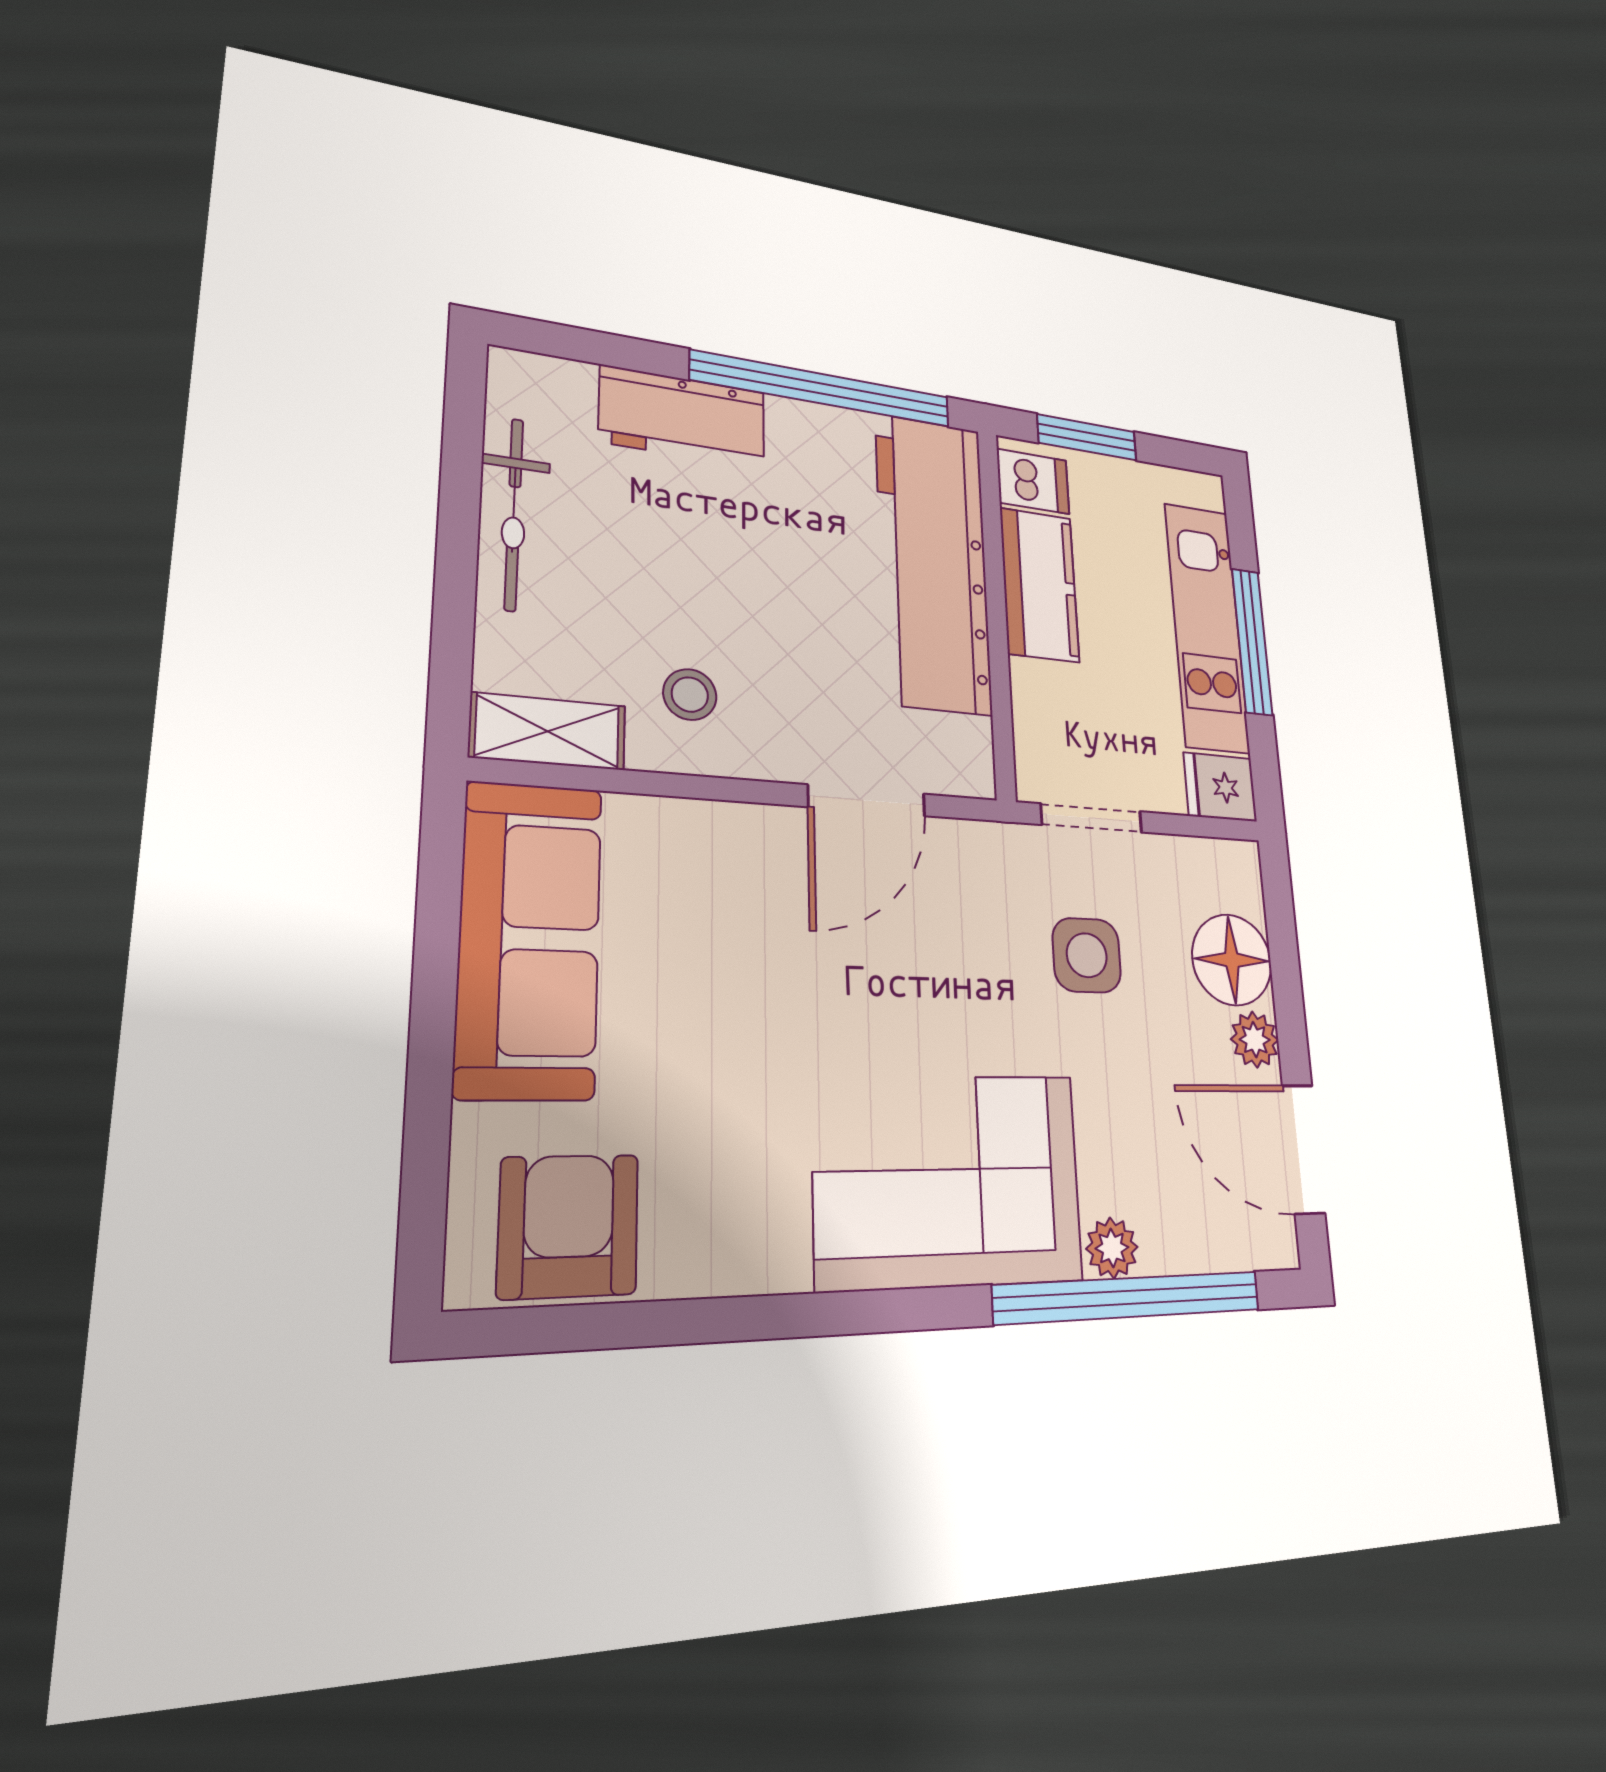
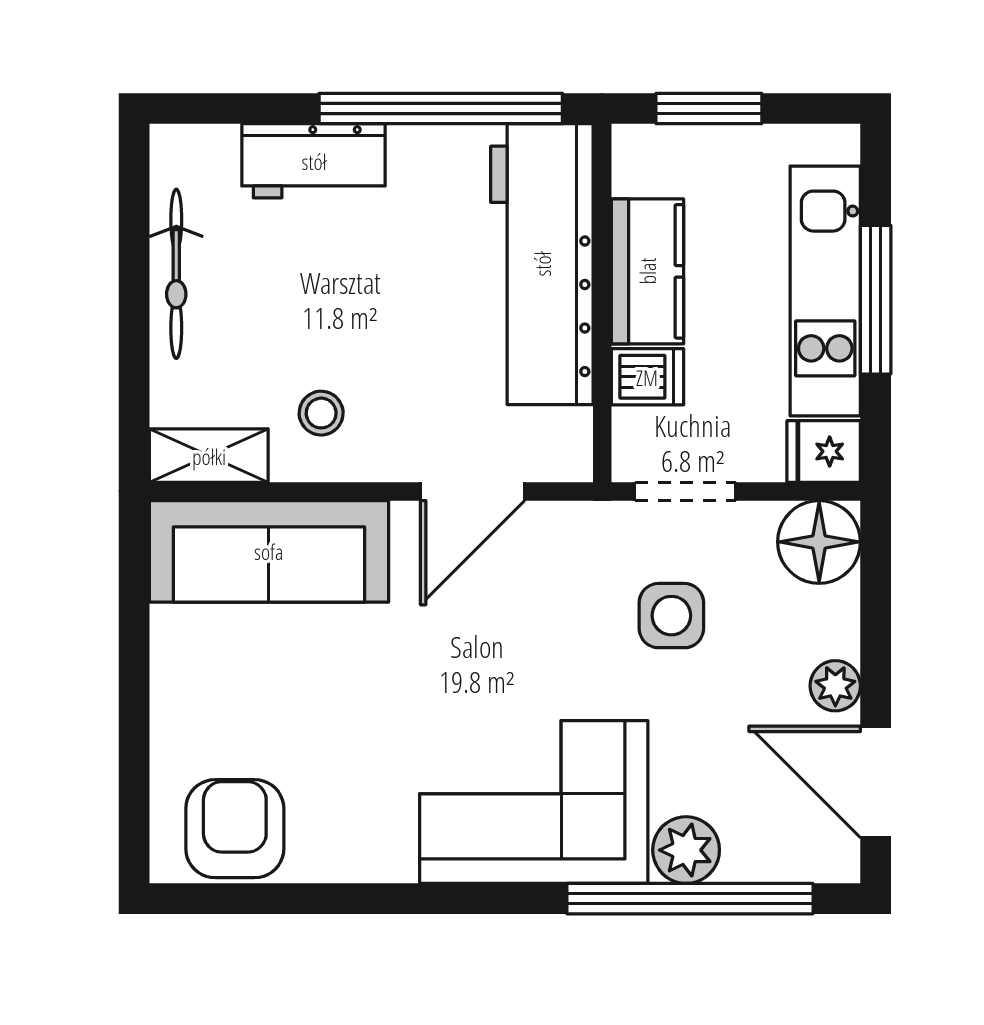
dishwasher: (1033, 481) -> (647, 377), moved
sofa: (529, 939) -> (269, 551), moved, turned 90
floor lamp: (1232, 960) -> (819, 542), moved
plant: (1112, 1248) -> (686, 850), width x1.38, depth x1.38

